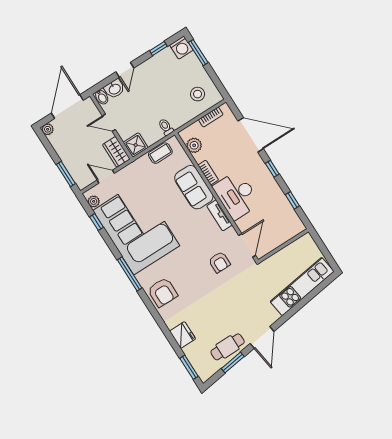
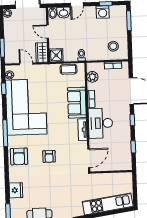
washing machine: (181, 48) -> (103, 12), moved
armchair: (219, 262) -> (49, 156), moved

